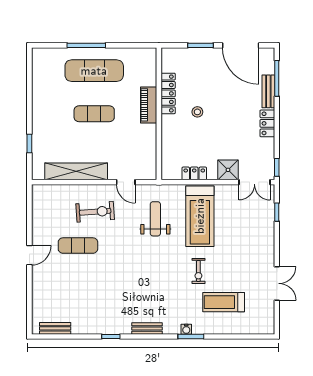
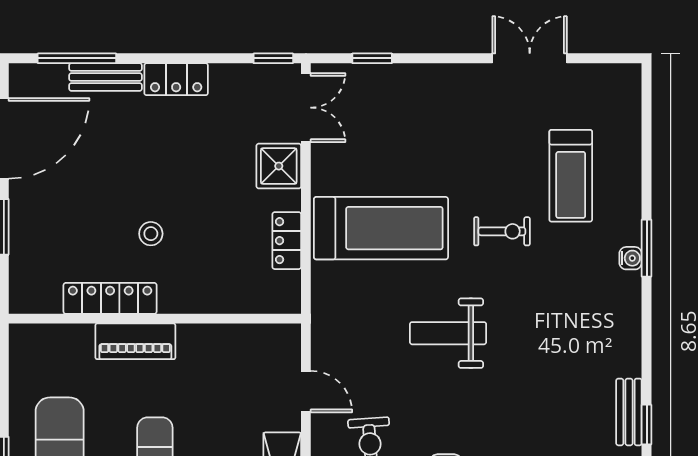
door: (126, 182) -> (306, 392), hinge flipped
weight bench: (155, 219) -> (448, 333), moved
bench: (147, 328) -> (629, 412), moved

